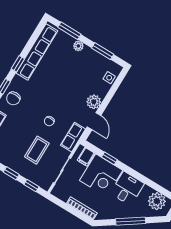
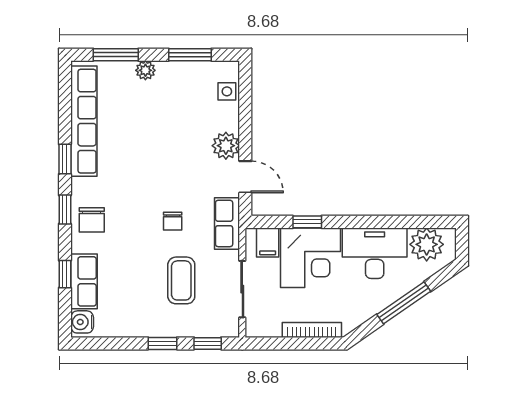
desk: (127, 188) -> (375, 253), width x1.37

